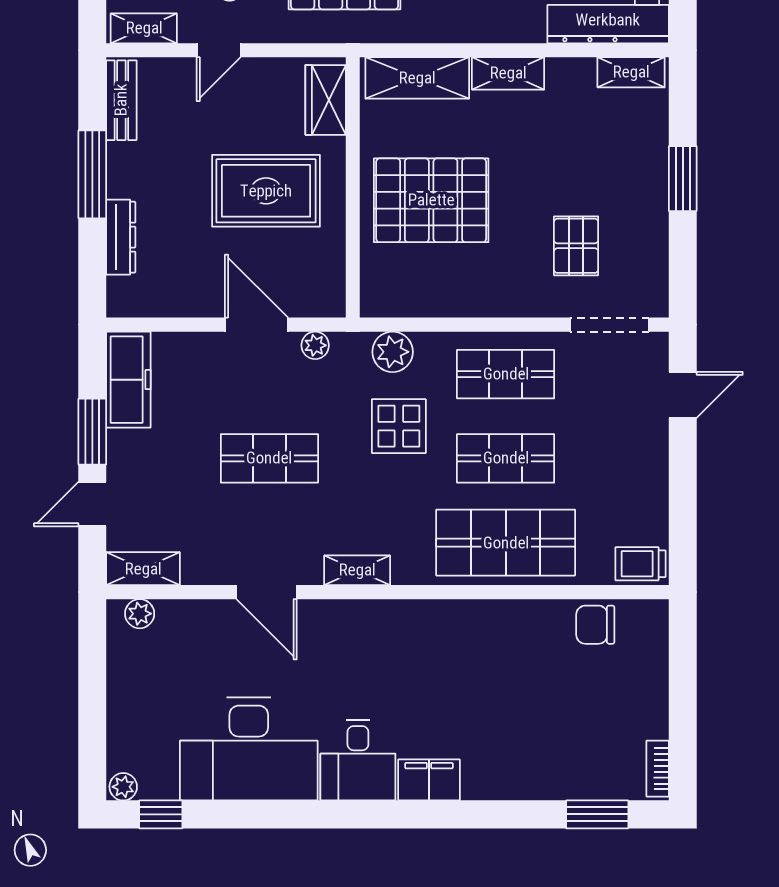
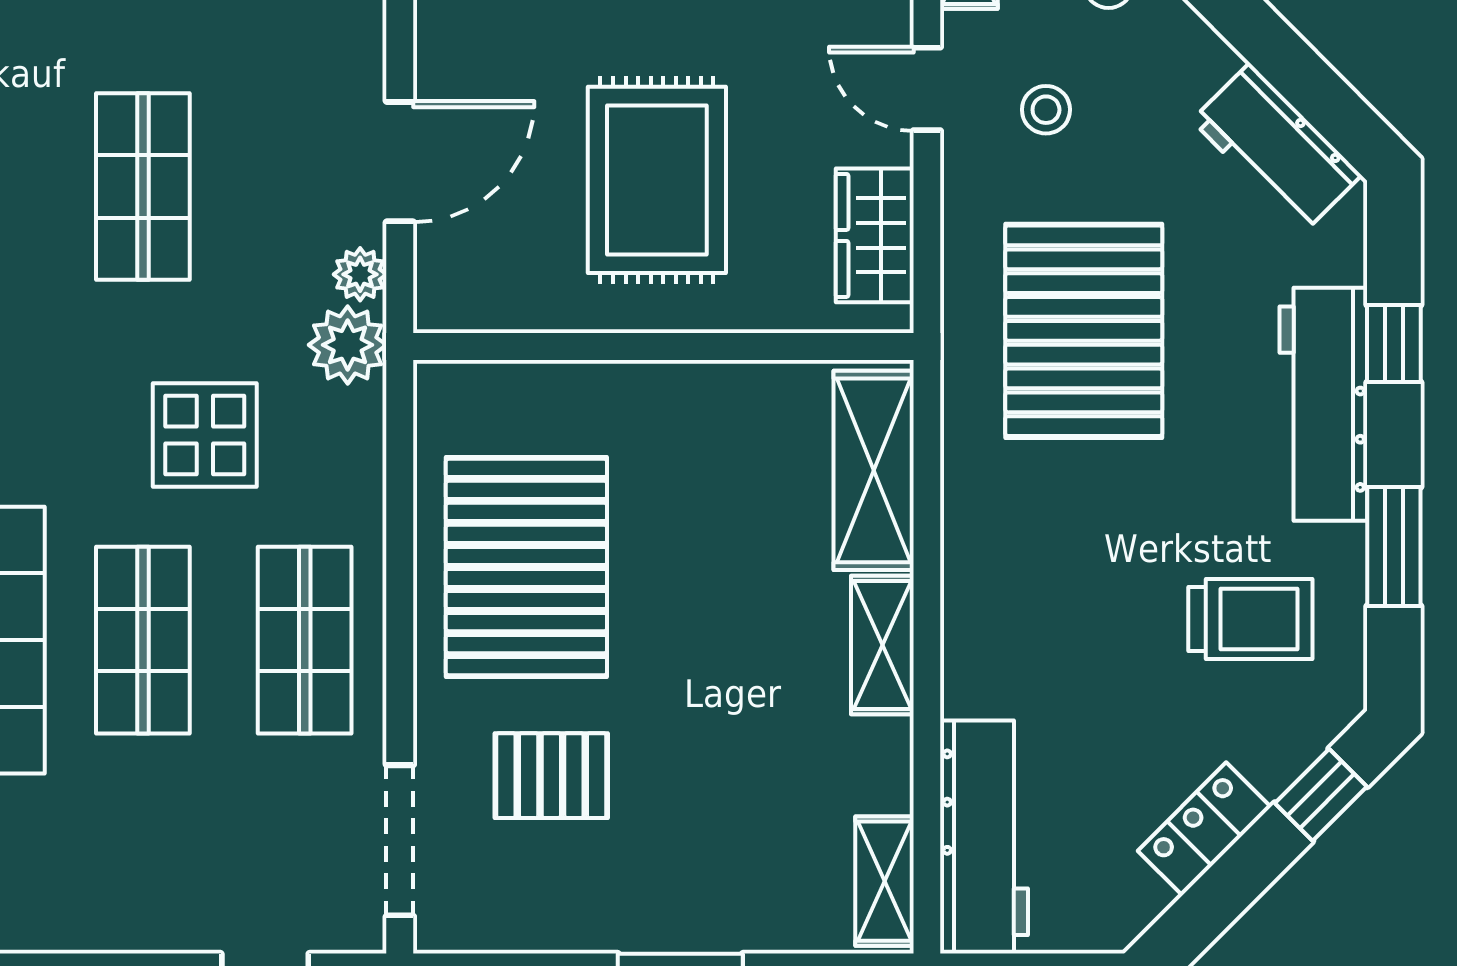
wardrobe: (326, 100) -> (875, 235), moved, turned -90
pallet: (431, 200) -> (526, 567), moved
plant: (393, 352) -> (348, 345), moved

